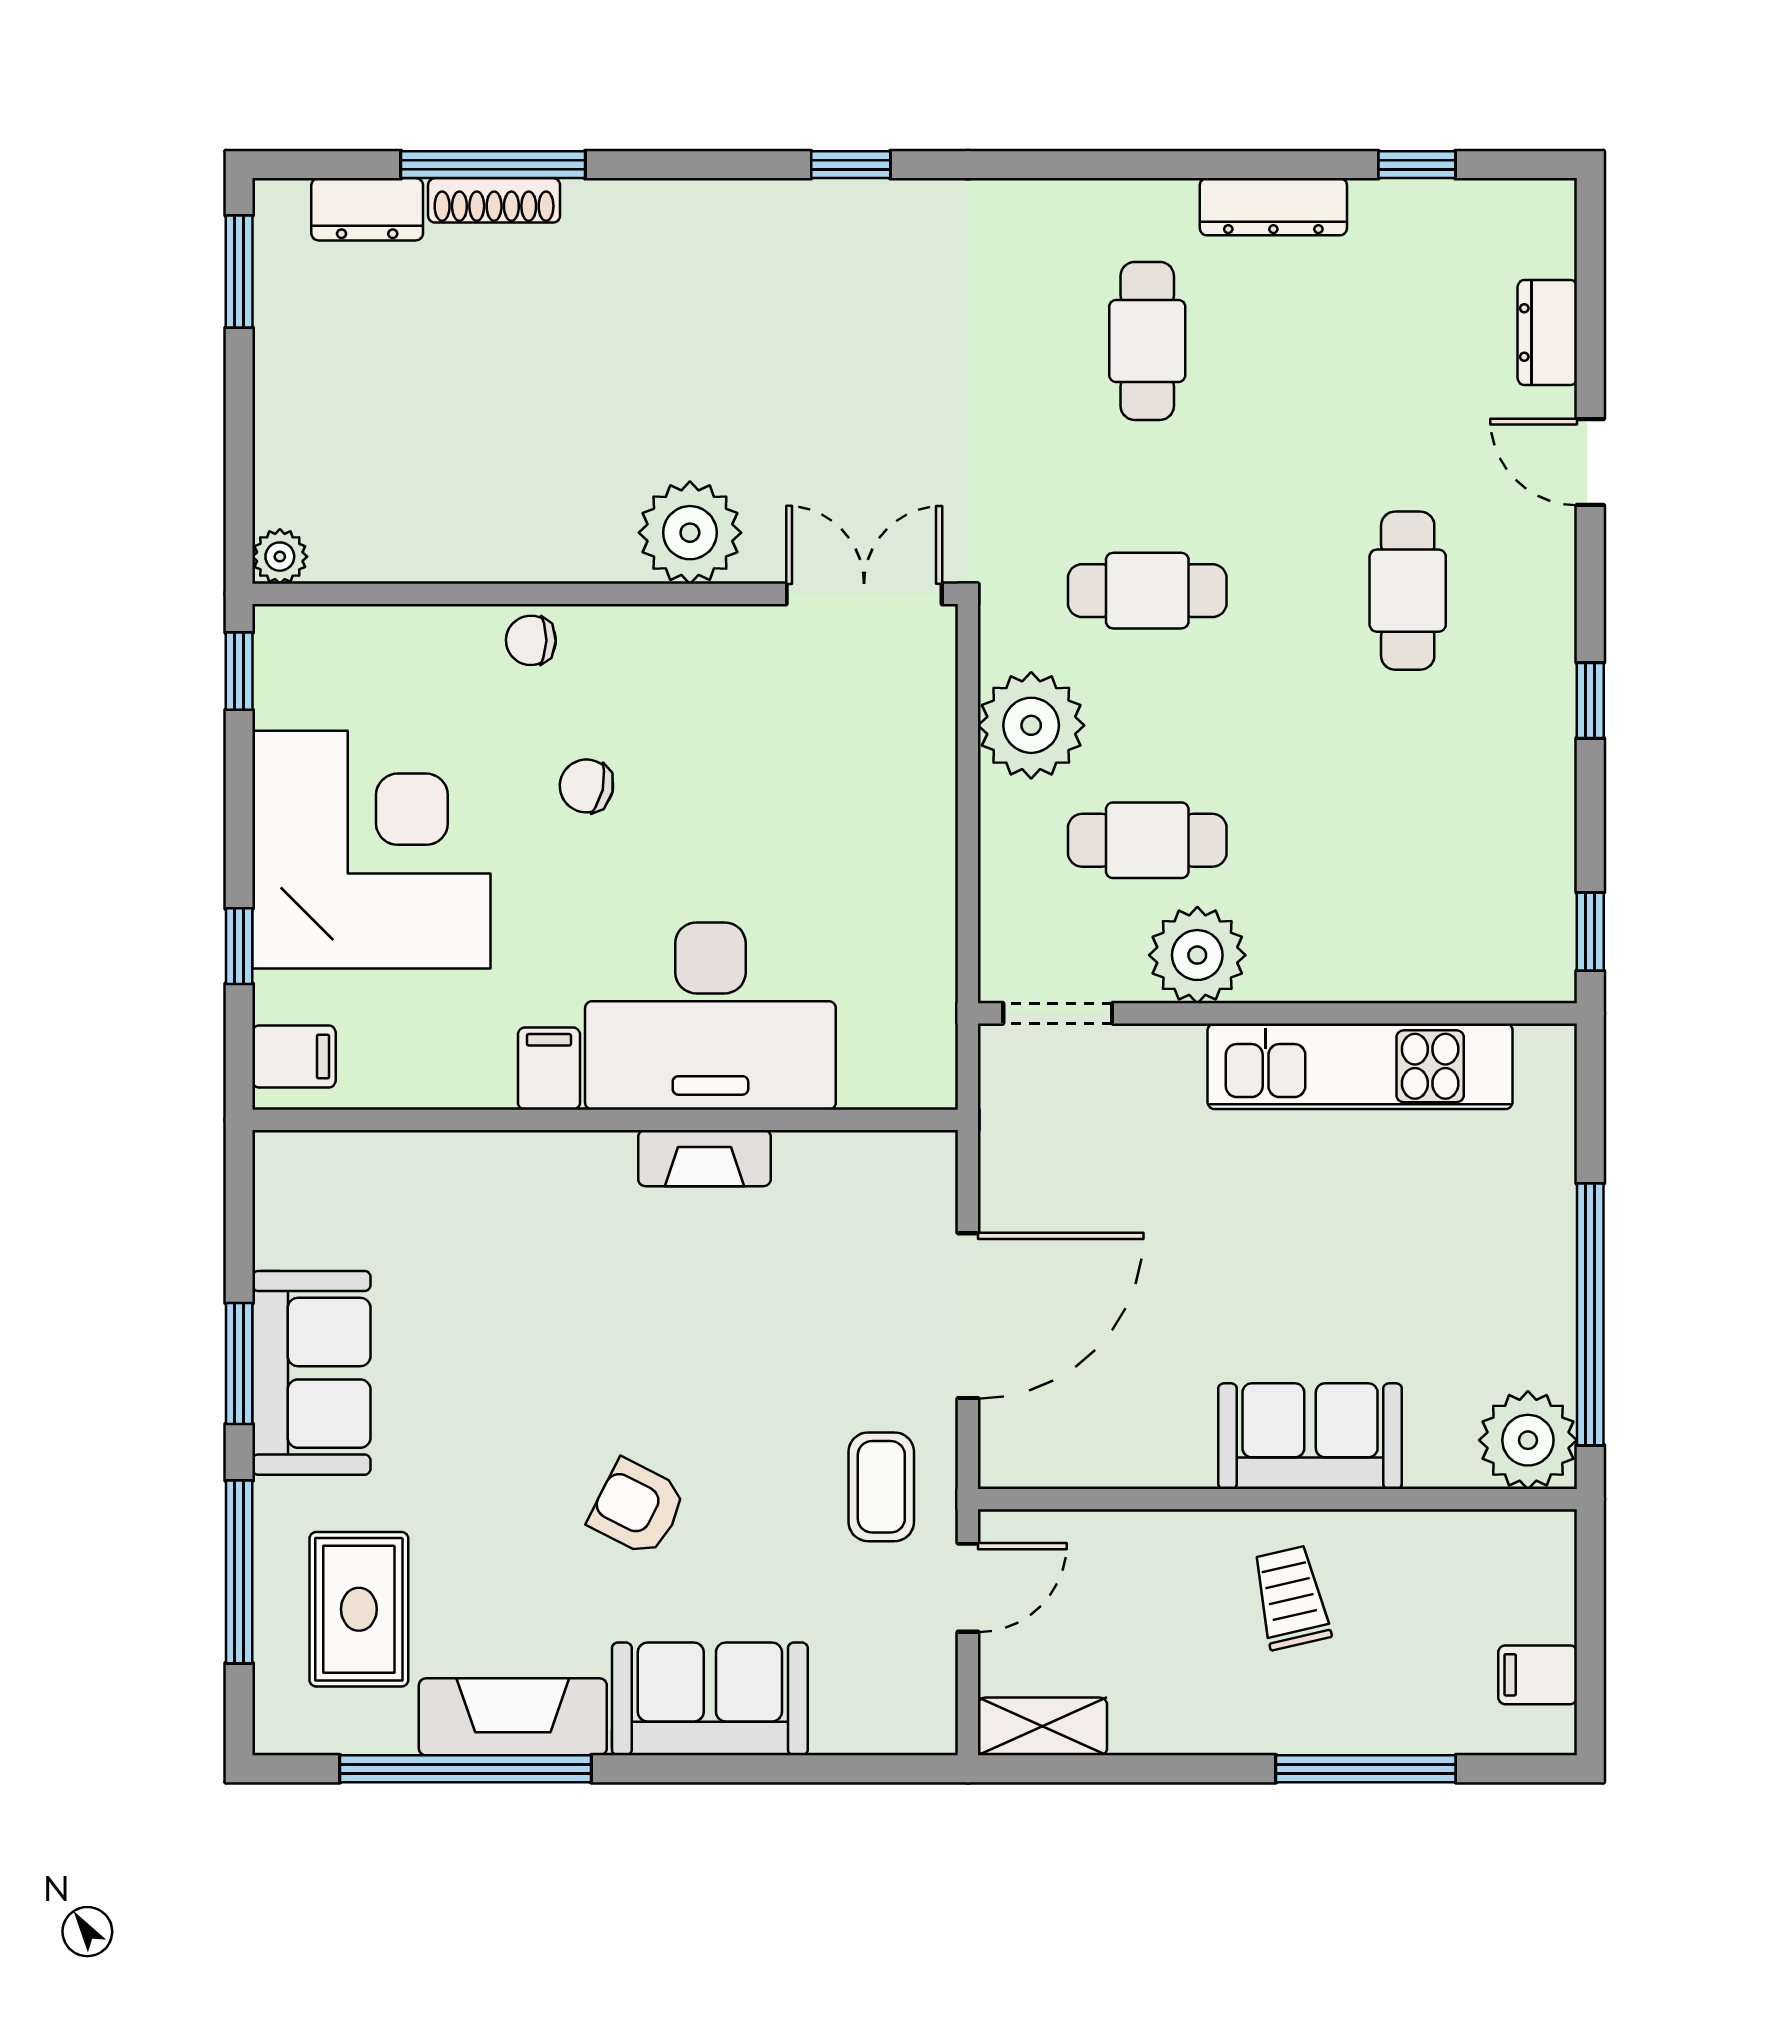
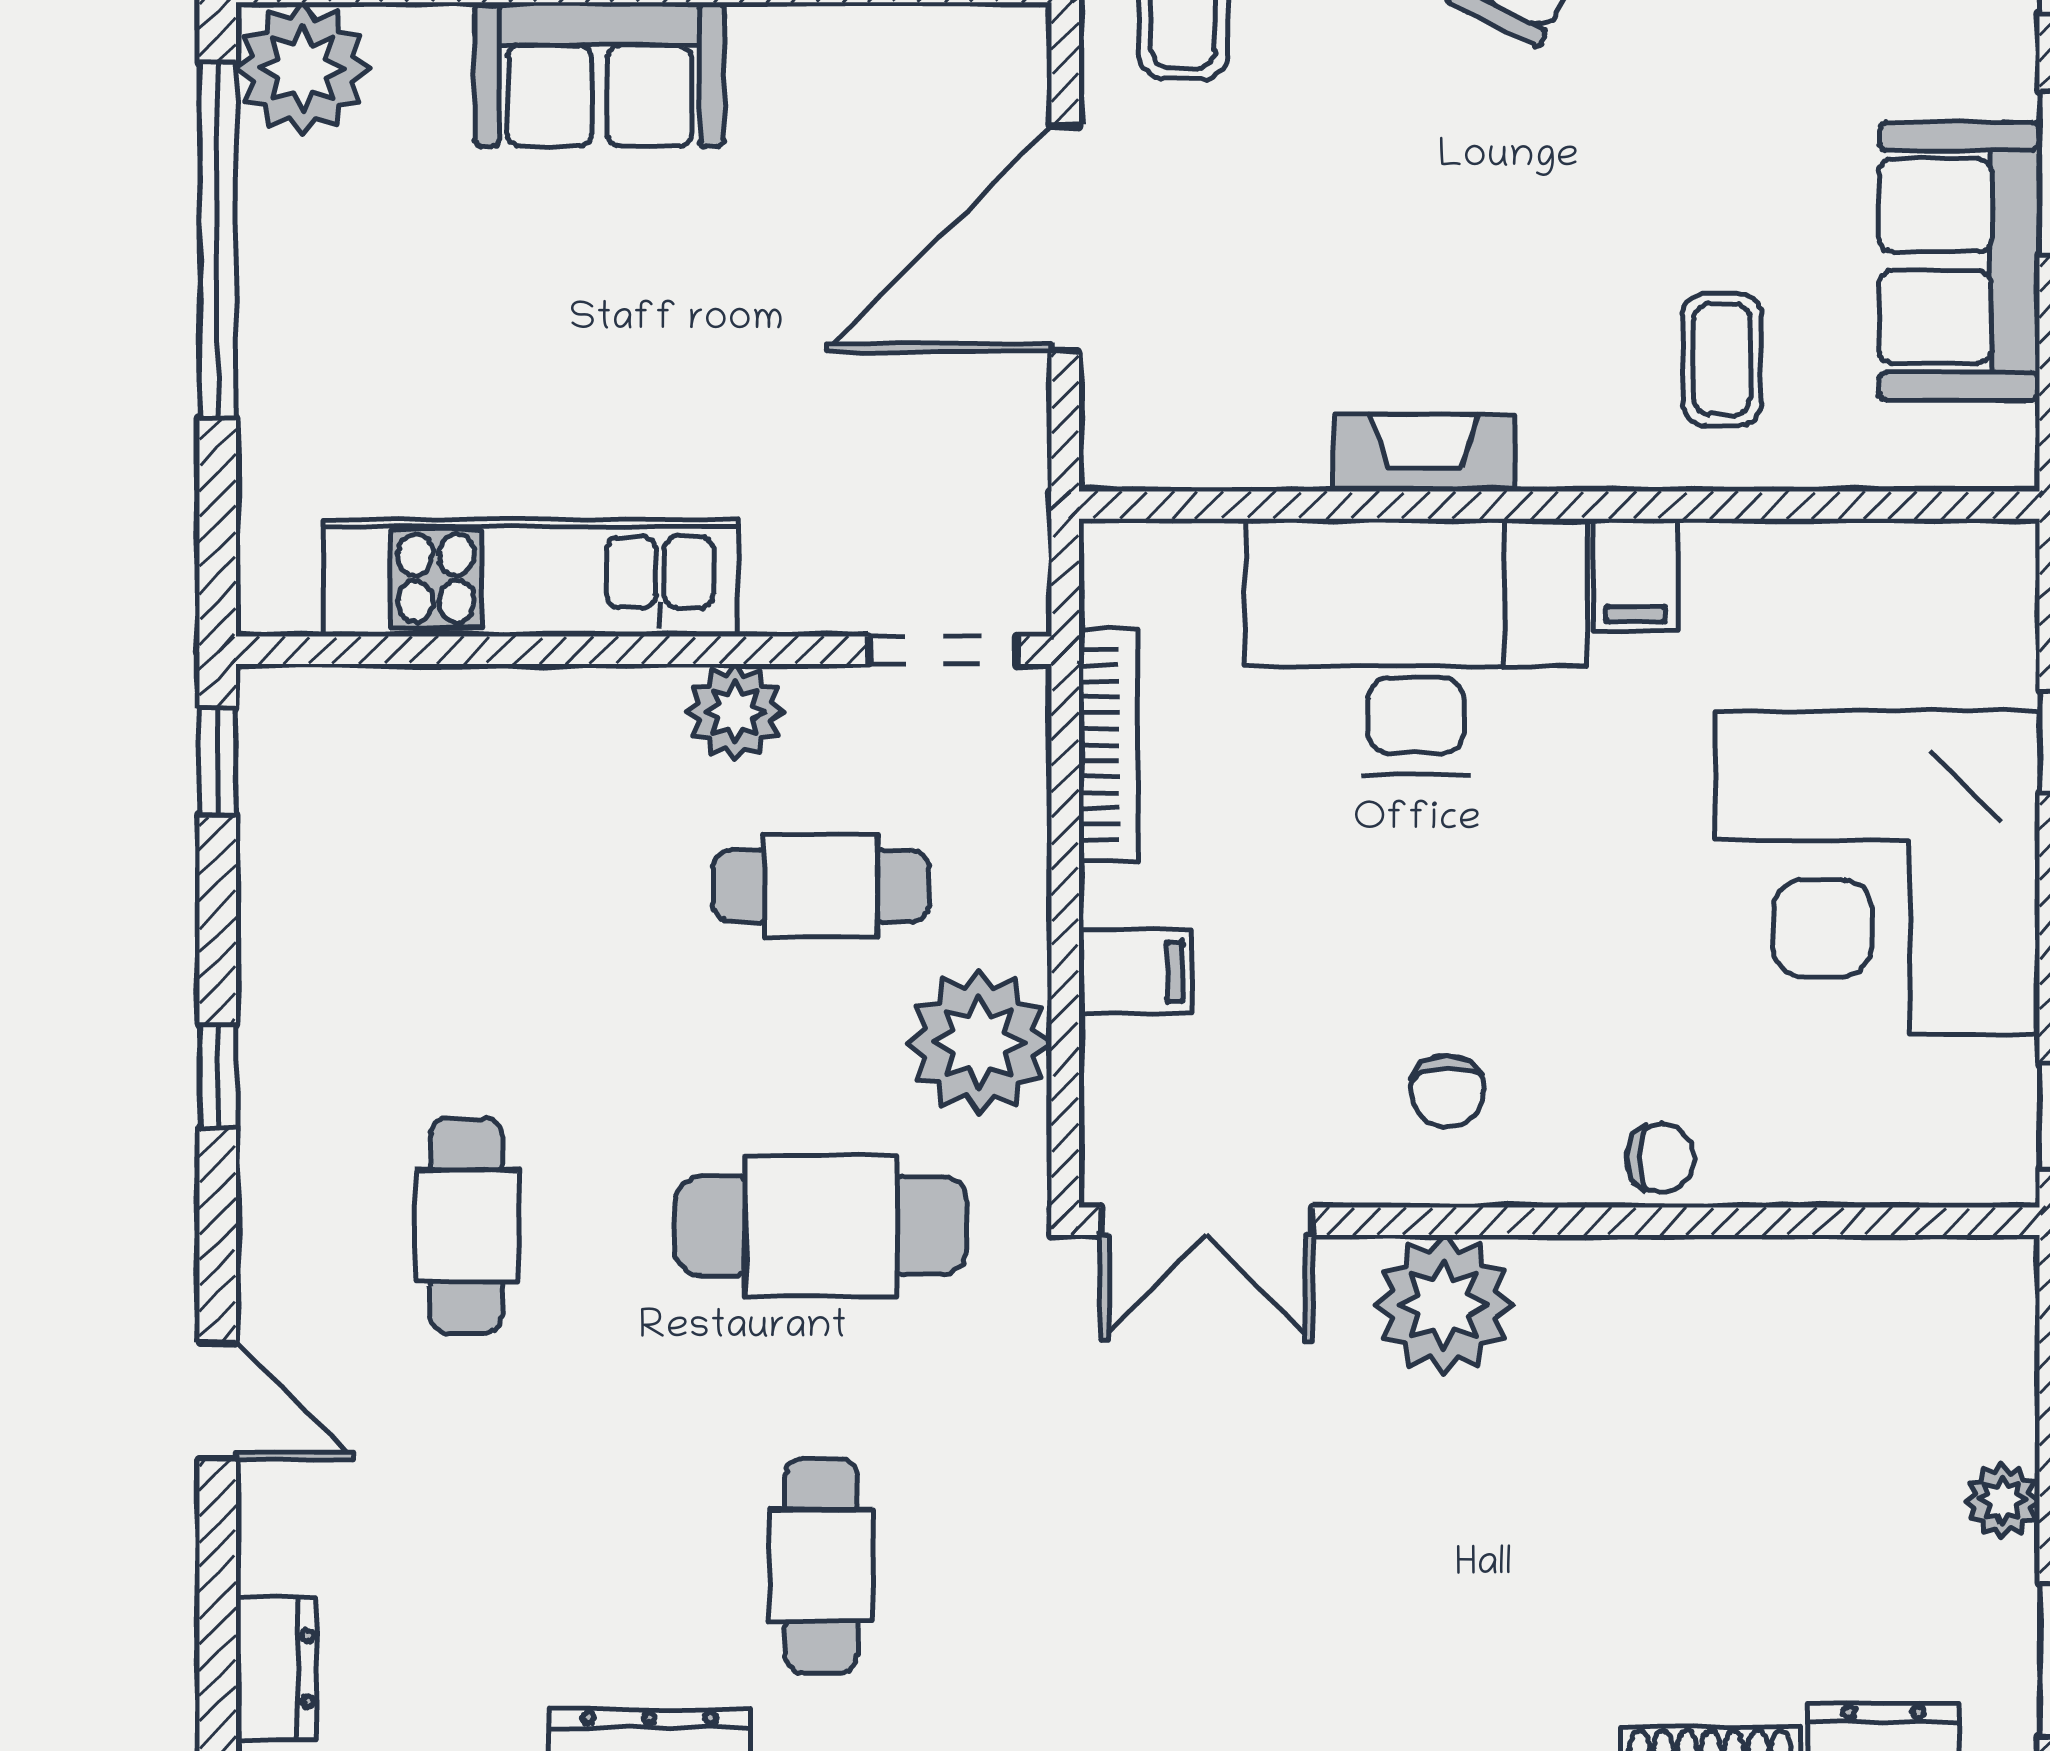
dresser: (1547, 332) -> (276, 1669), moved
plant: (280, 557) -> (2002, 1500), moved
cafe table: (1147, 591) -> (821, 1226), width x1.37, depth x1.35
chair: (586, 786) -> (1447, 1091), moved, turned 75
bookcase: (936, 944) -> (1108, 745), added
plant: (1197, 955) -> (735, 712), width x0.73, depth x0.73
filing cabinet: (294, 1056) -> (1135, 972), moved, turned 180
coffee table: (486, 1227) -> (1722, 359), added
sofa: (311, 1373) -> (1959, 261), moved

